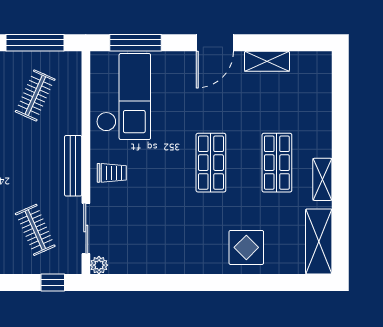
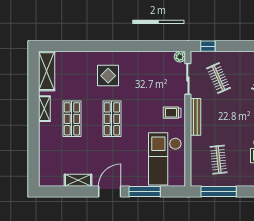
window: (135, 43) -> (145, 192), moved
clothes rail: (35, 95) -> (219, 160), turned -30
display table: (246, 247) -> (108, 76), moved

